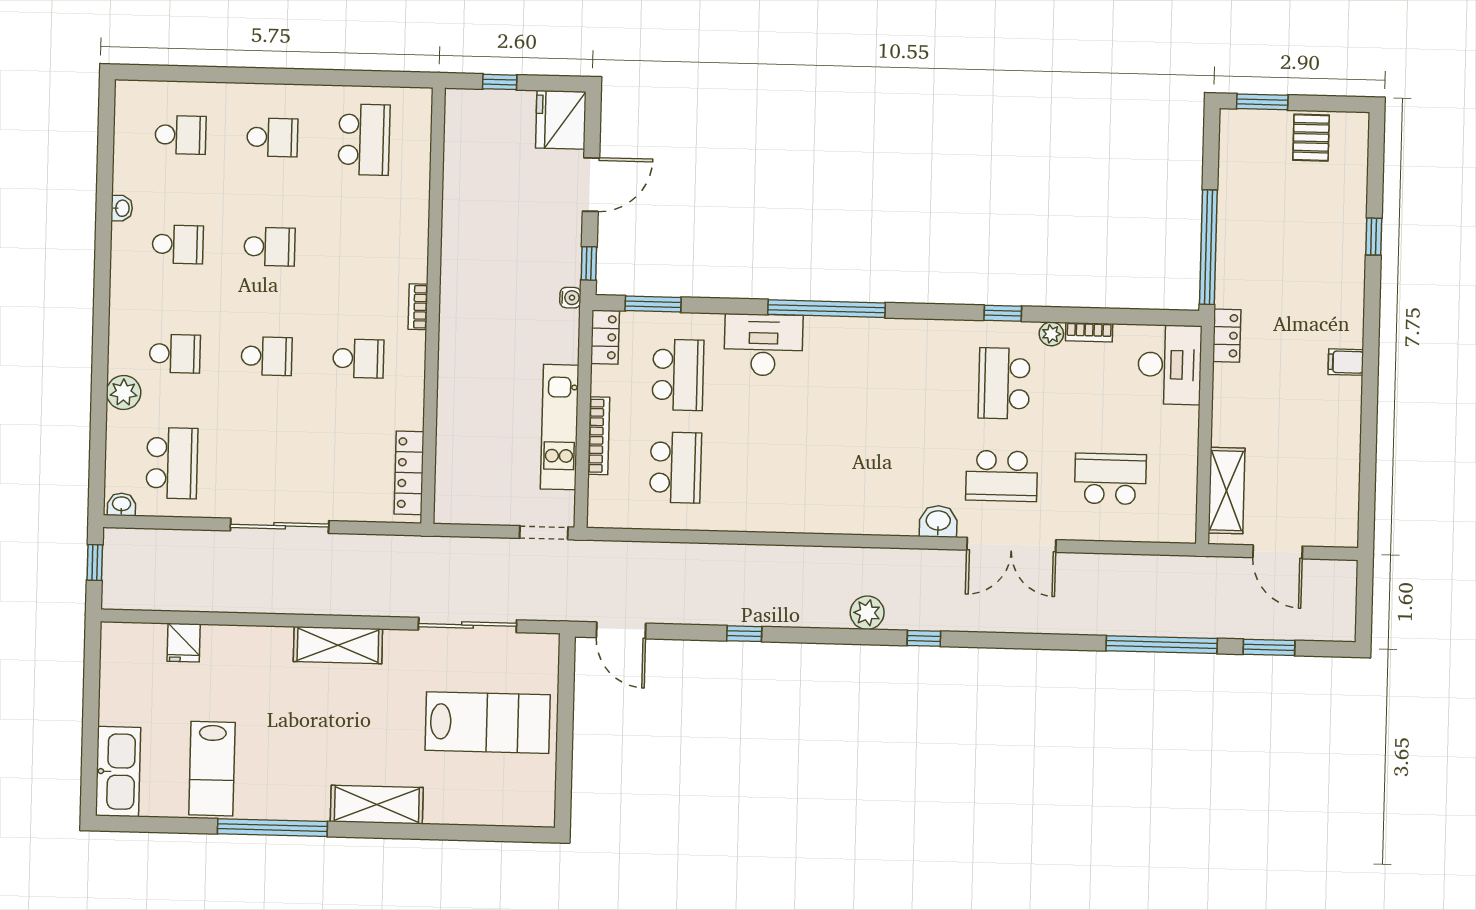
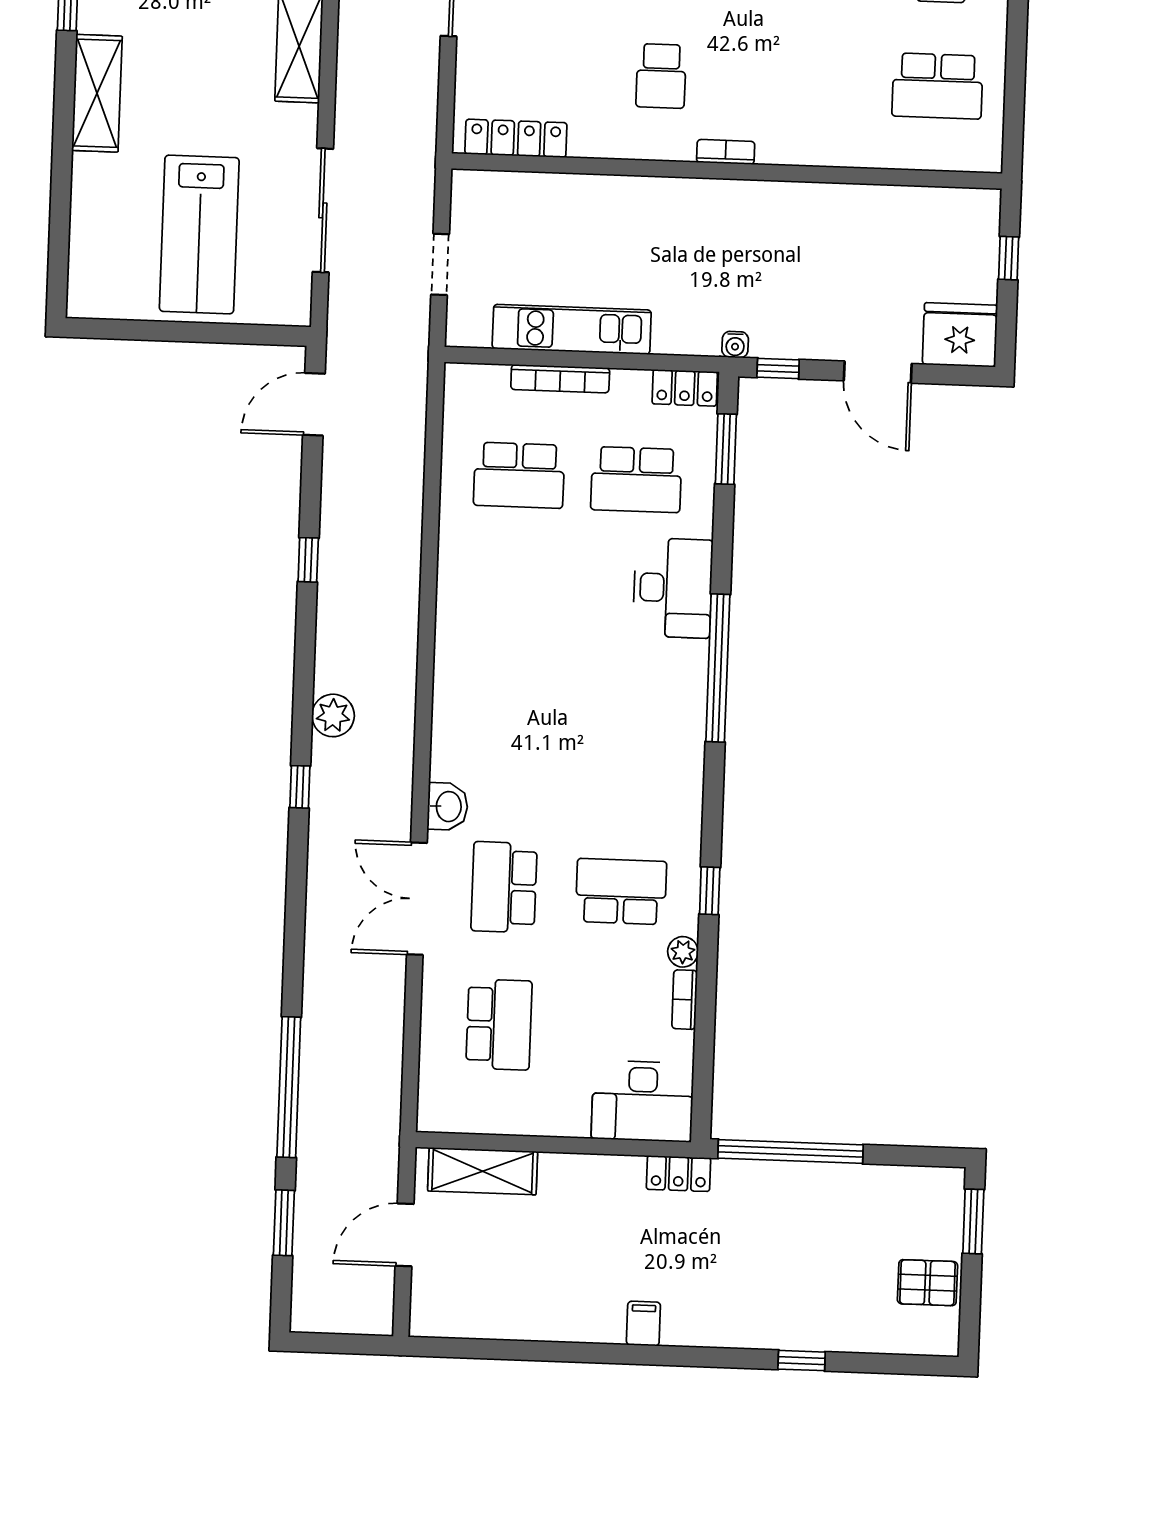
doorway: (544, 533) -> (440, 264), moved

